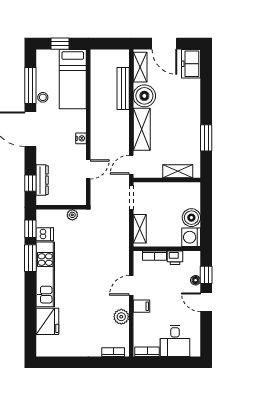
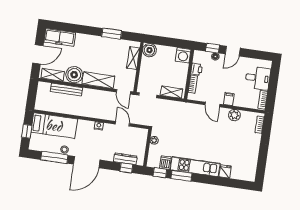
freezer: (191, 64) -> (60, 37), width x1.40
boiler: (191, 218) -> (149, 50), moved
fridge: (47, 321) -> (225, 171), width x0.53, depth x0.75

